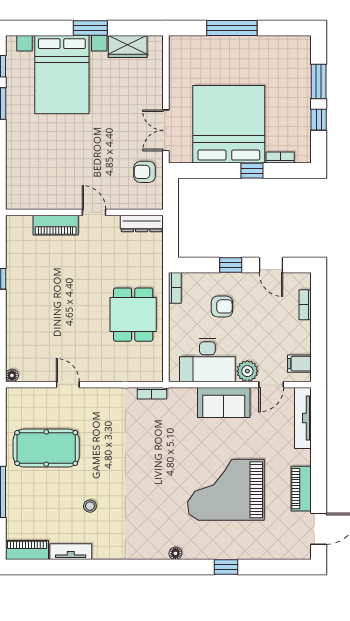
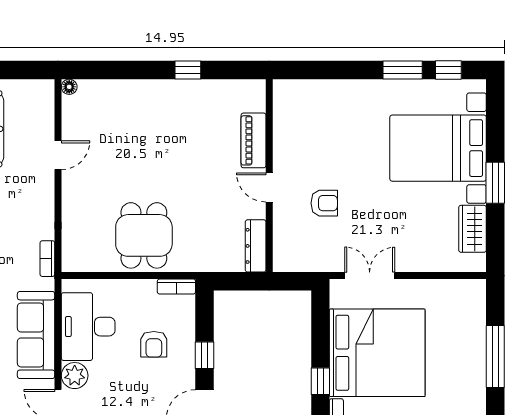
armchair: (145, 172) -> (324, 203), moved, turned 90
door: (94, 212) -> (269, 187), swing flipped
dining table: (133, 315) -> (144, 235), turned 90
sofa: (224, 402) -> (36, 335), width x1.36

